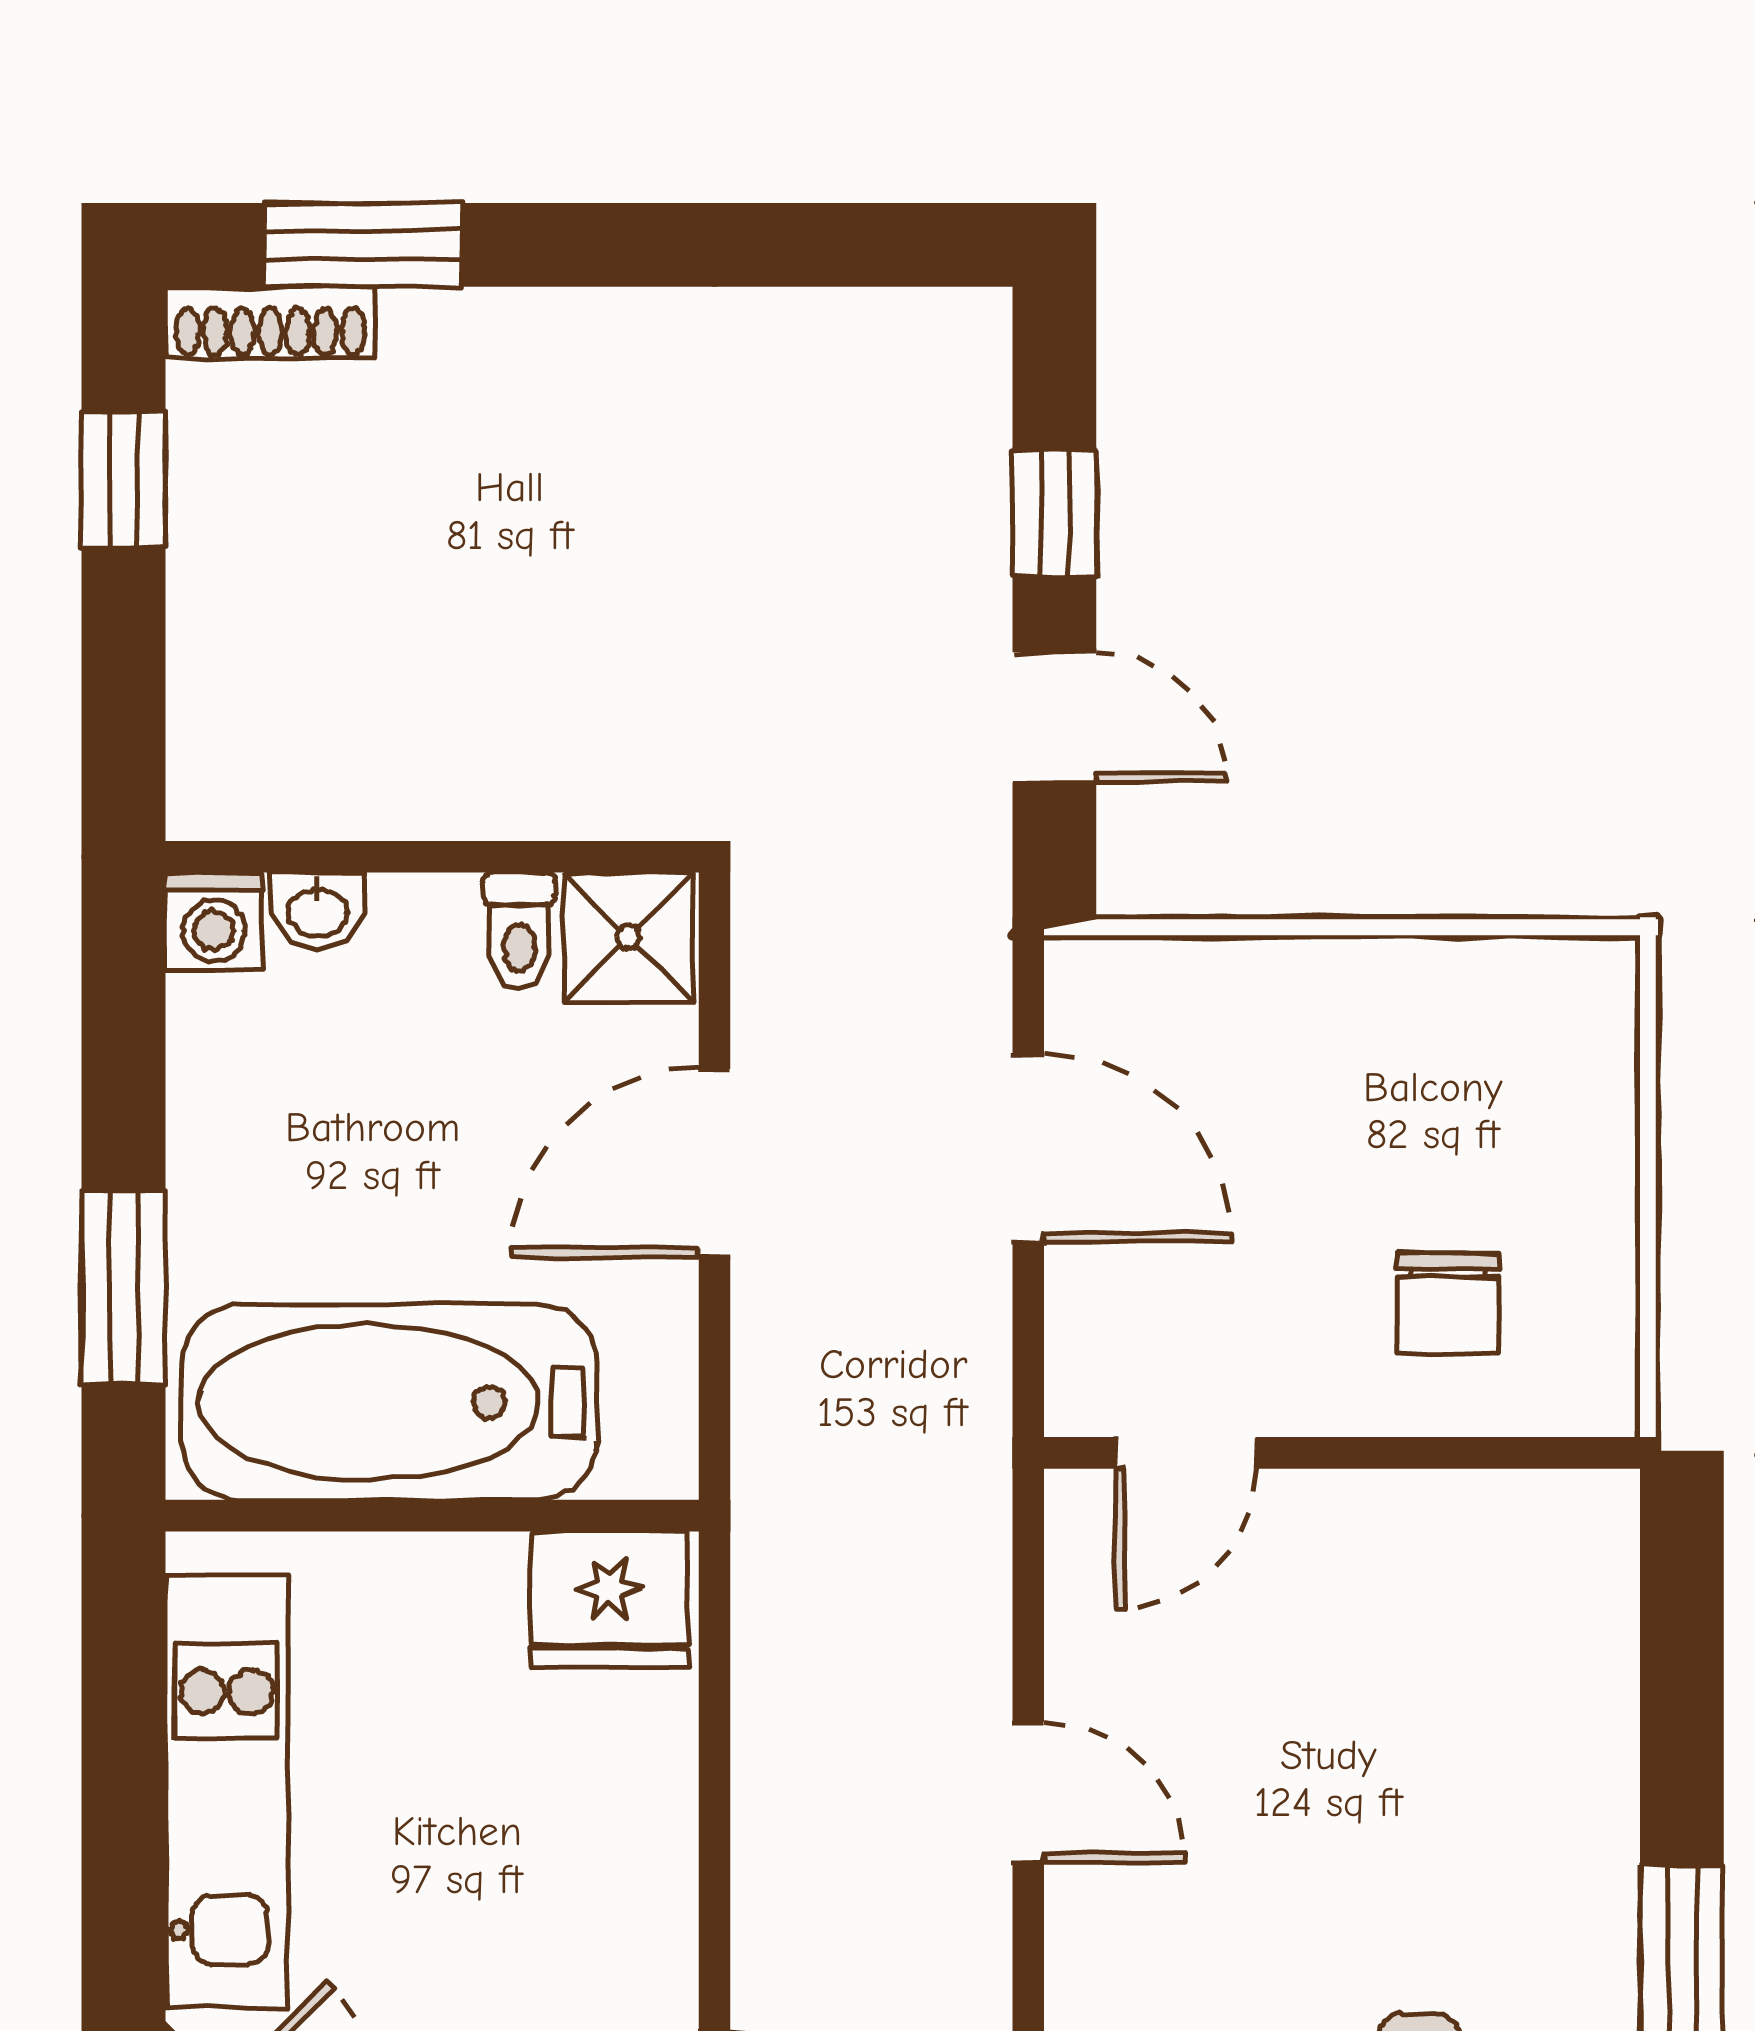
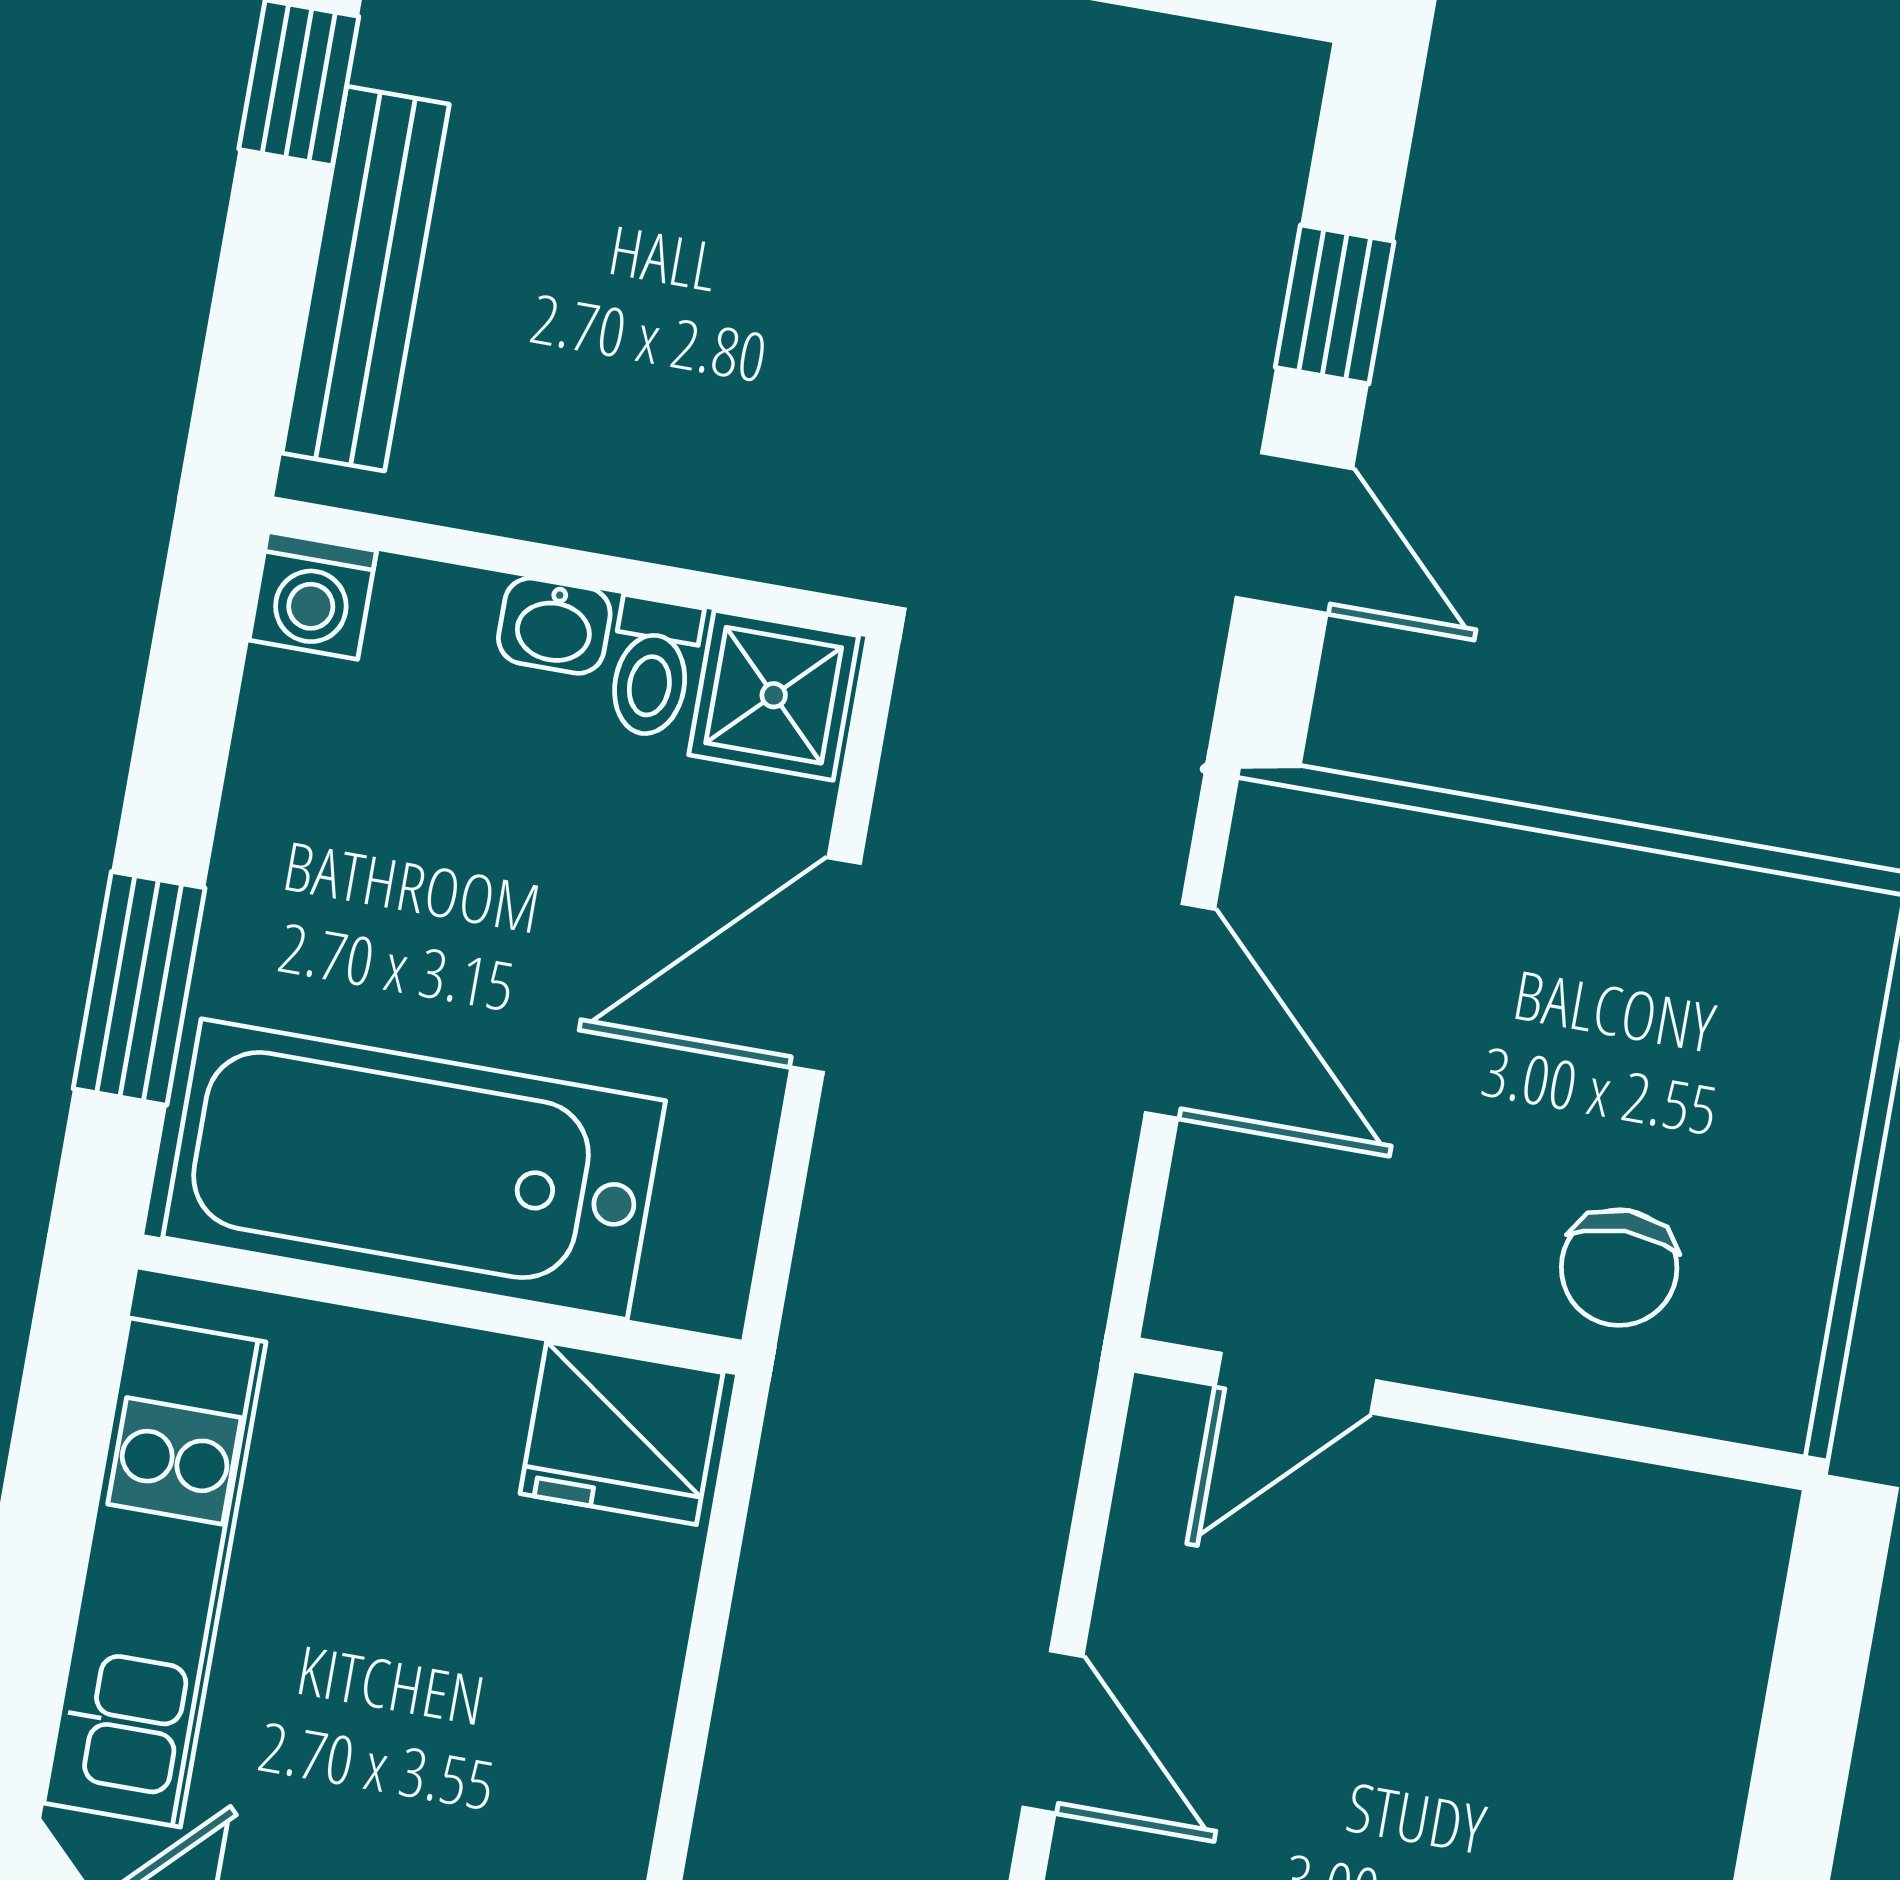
bench: (211, 639) -> (366, 279), added
washbasin: (318, 910) -> (554, 626), moved

